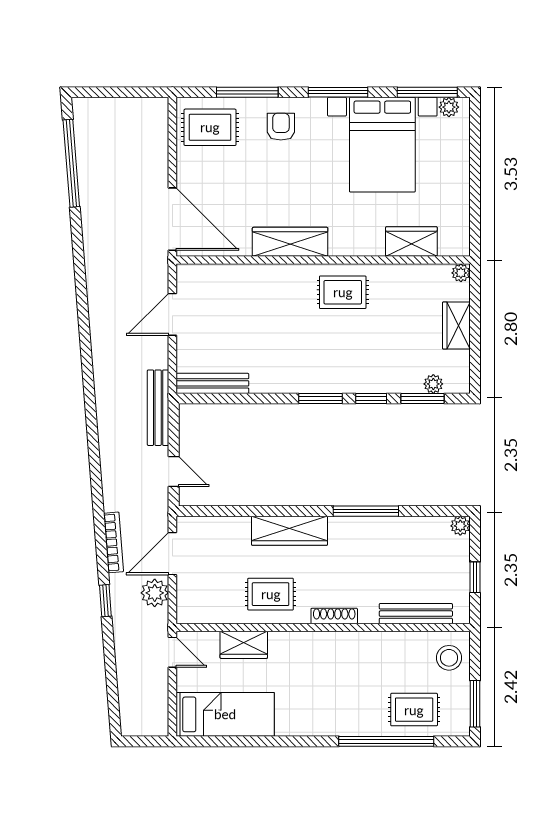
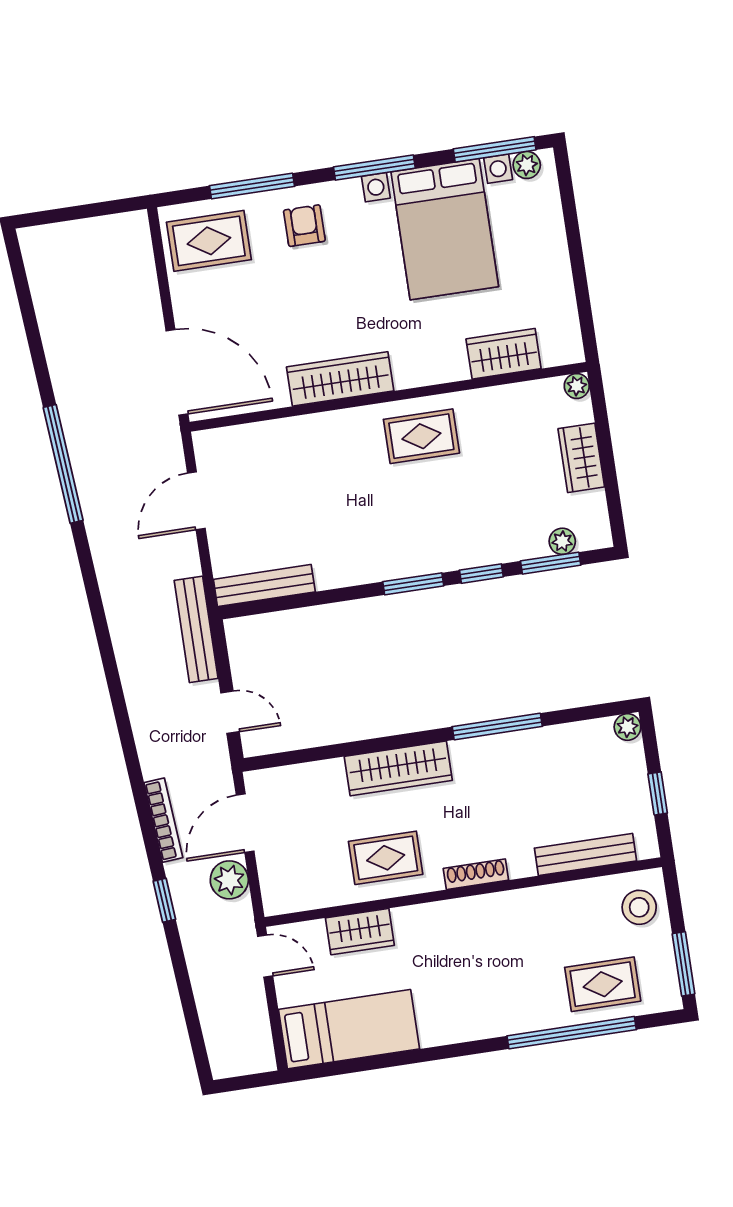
window: (71, 163) -> (63, 464), moved

